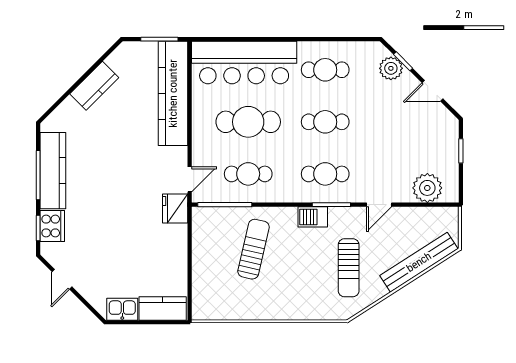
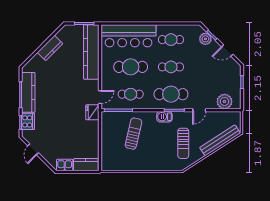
cafe table: (325, 174) -> (171, 94), width x1.37, depth x1.35

